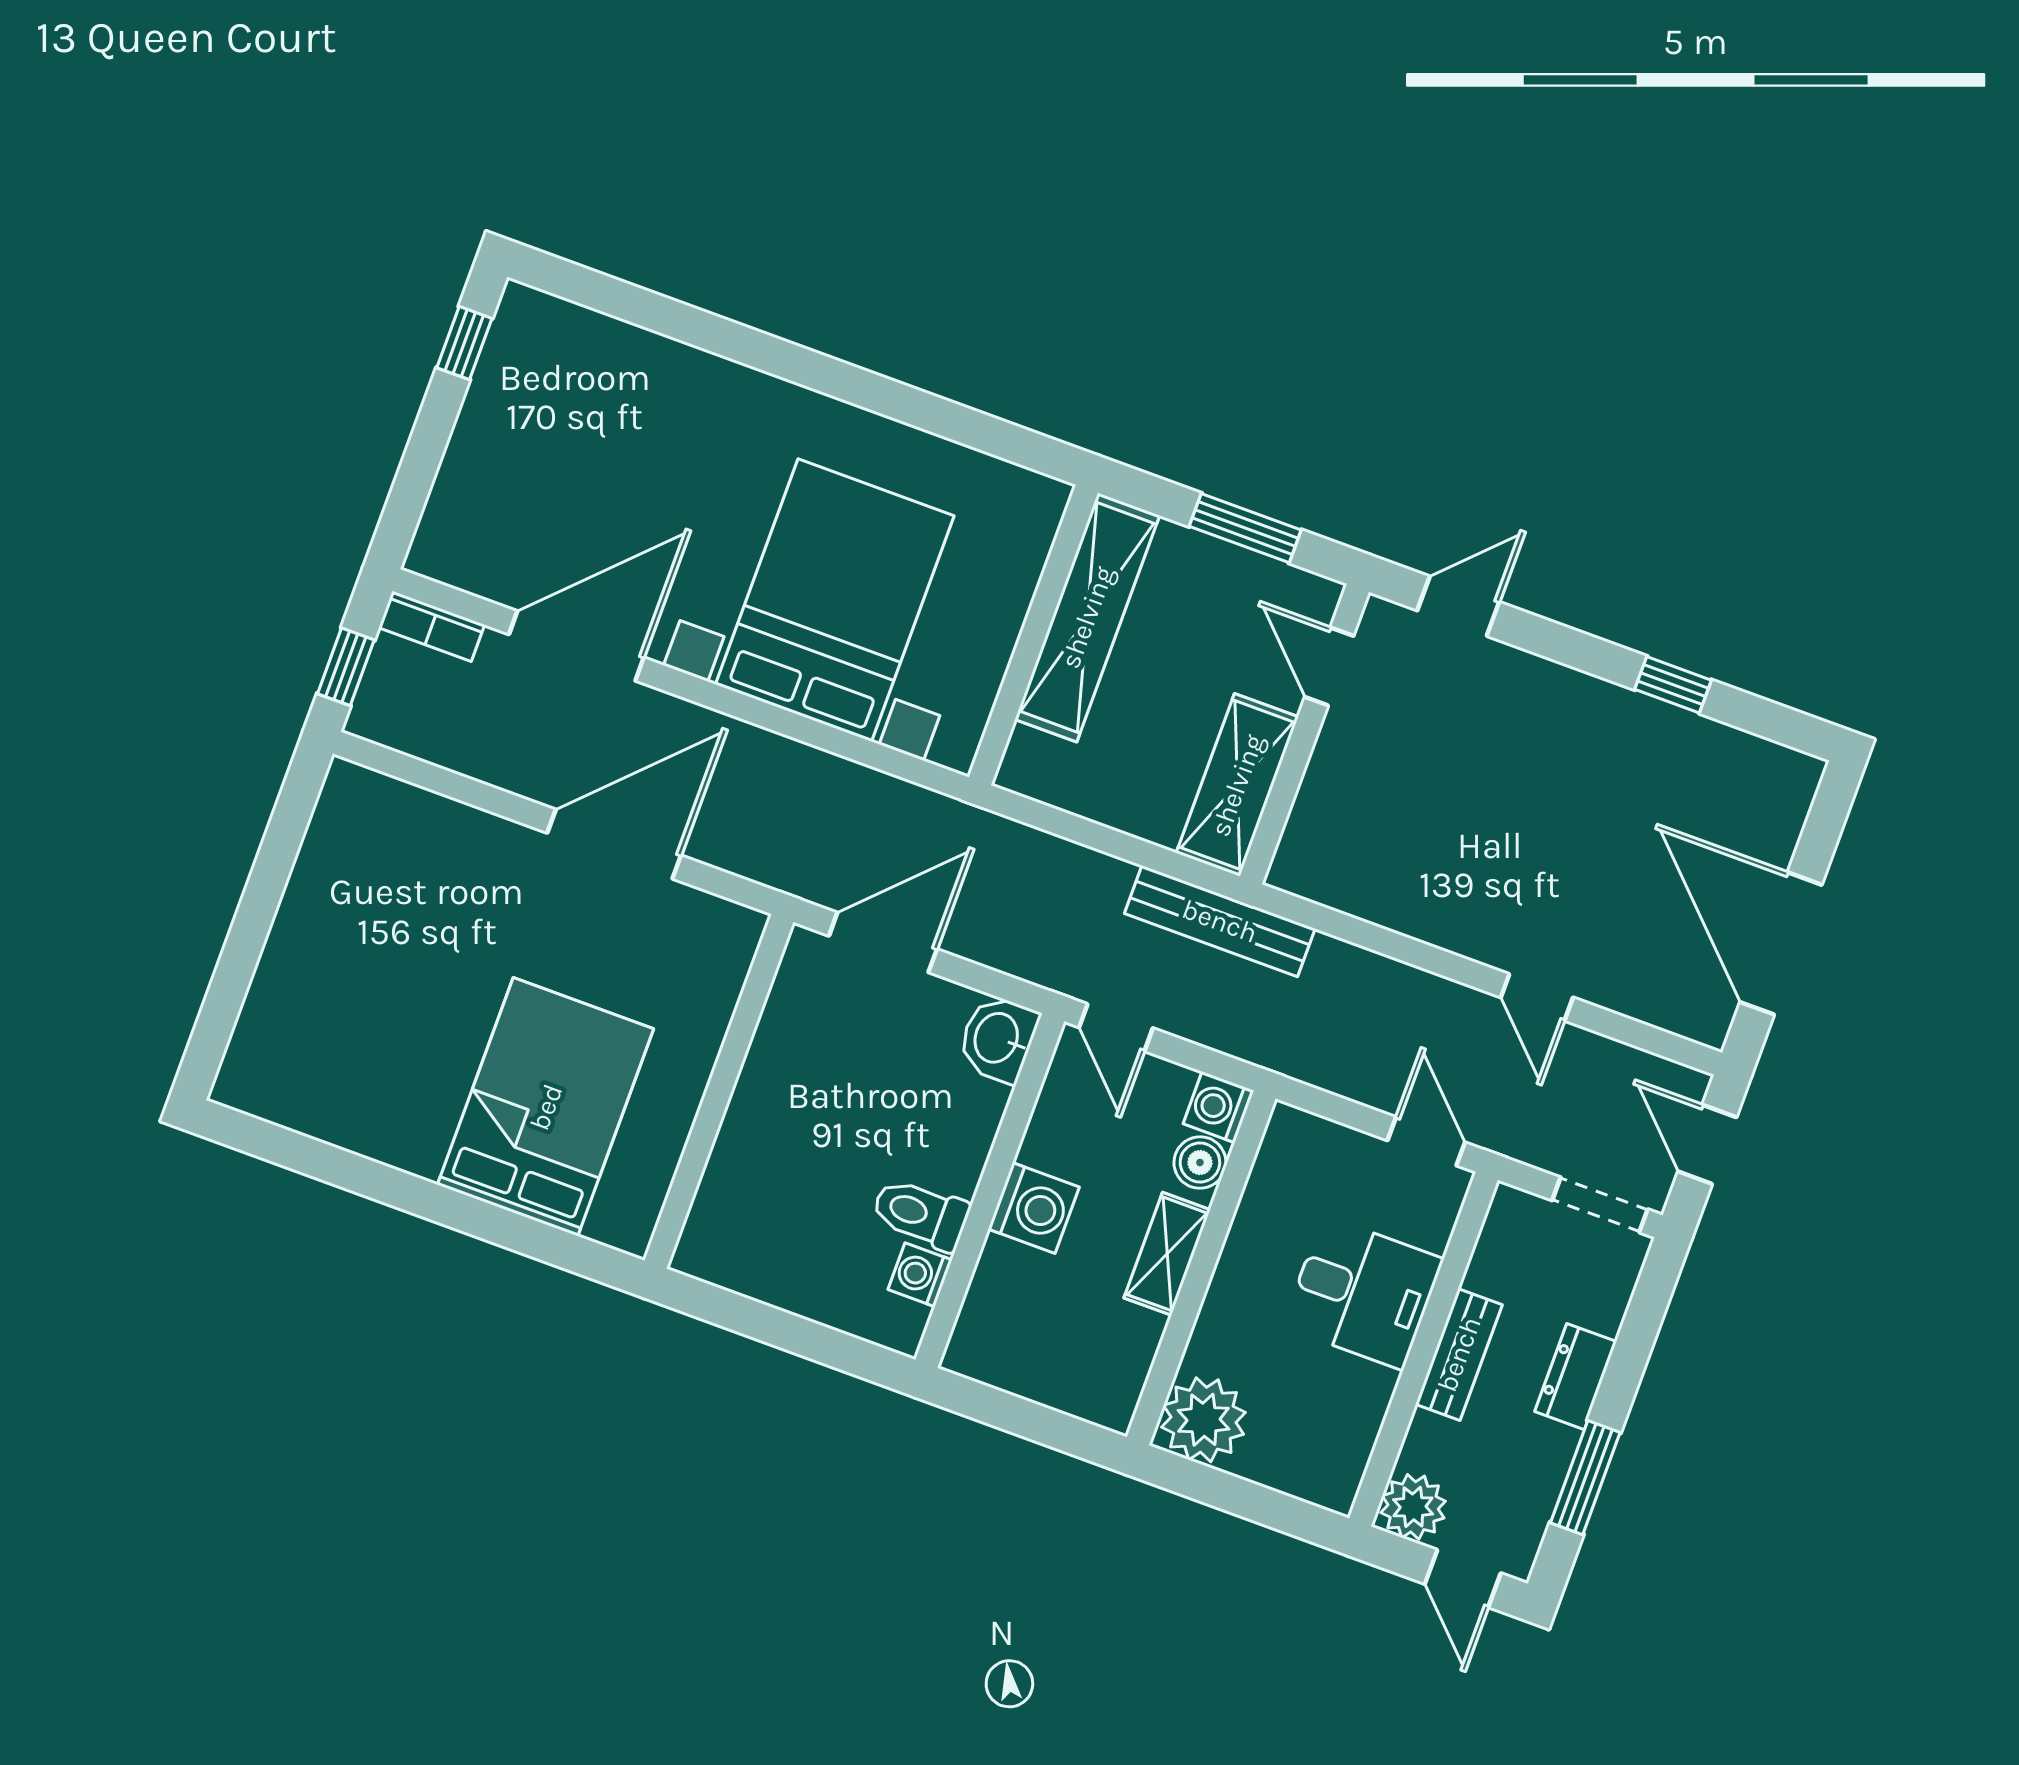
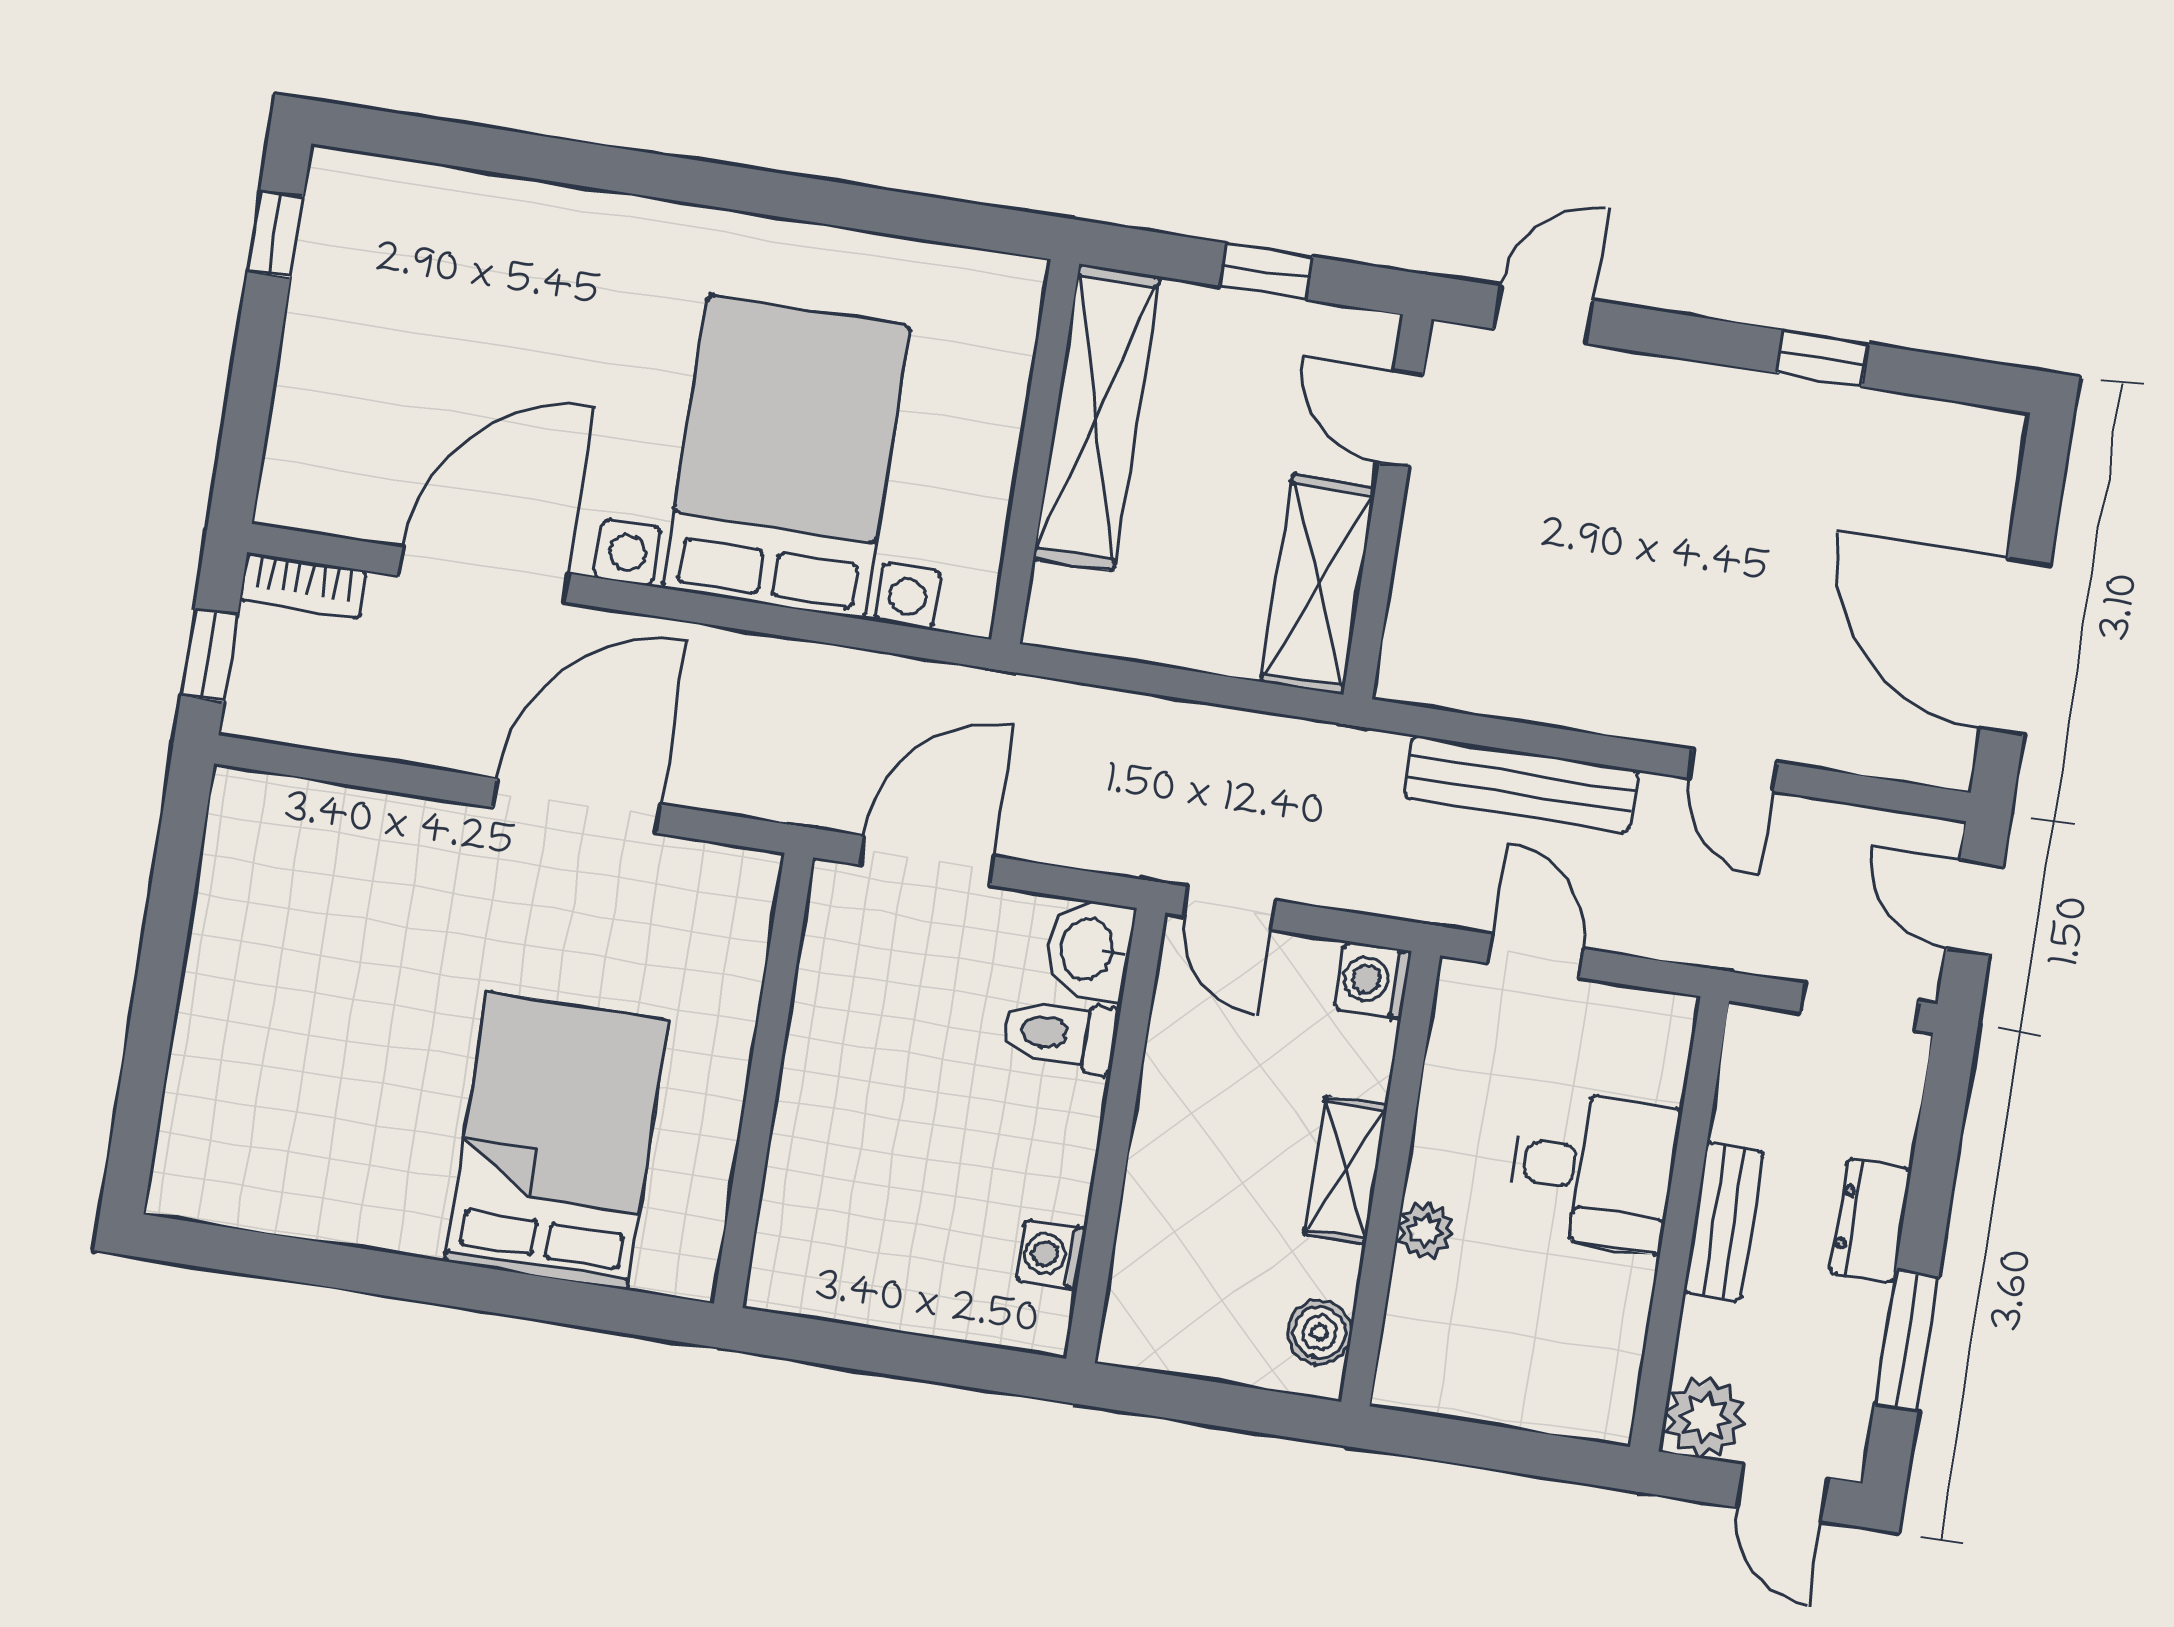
window: (1245, 528) -> (1266, 271), width x0.67
bench: (1220, 921) -> (1521, 784), moved
door: (1426, 1141) -> (1536, 956), moved
boiler: (1200, 1163) -> (1320, 1333), moved
washing machine: (1034, 1208) -> (1173, 1146), removed
toilet: (921, 1214) -> (1060, 1034), moved
plant: (1203, 1420) -> (1425, 1231), moved, width x0.53, depth x0.53

